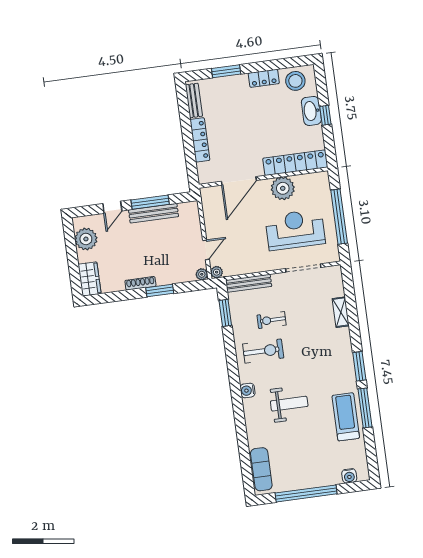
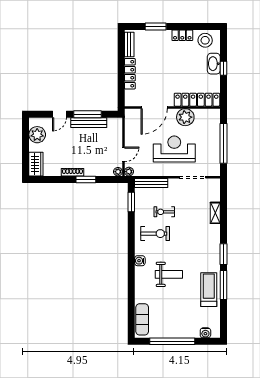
reception desk: (295, 230) -> (174, 149), moved

